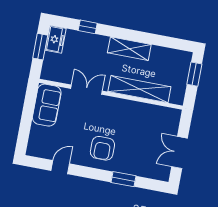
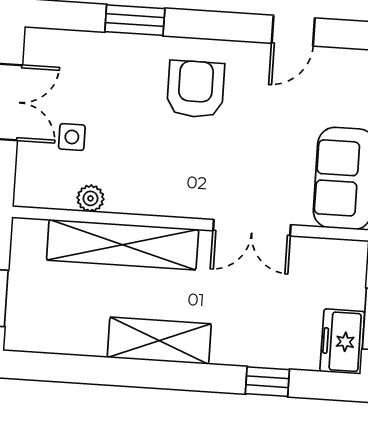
plant: (150, 109) -> (90, 198), added
side table: (155, 135) -> (72, 137), added

